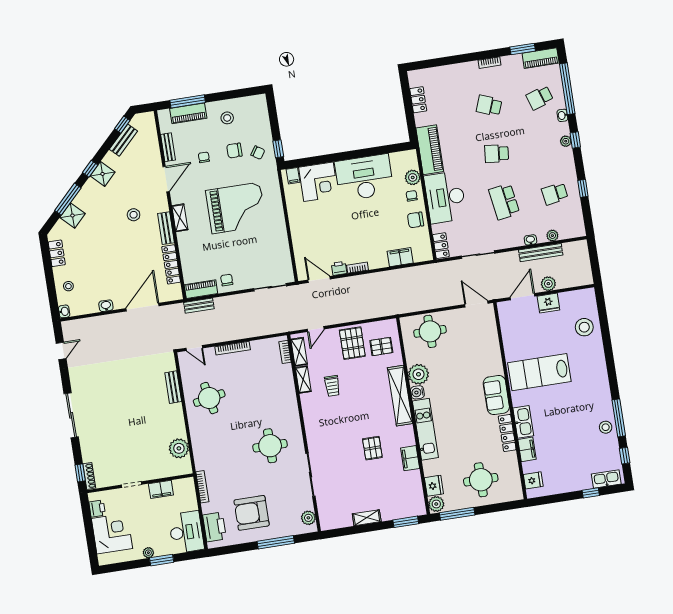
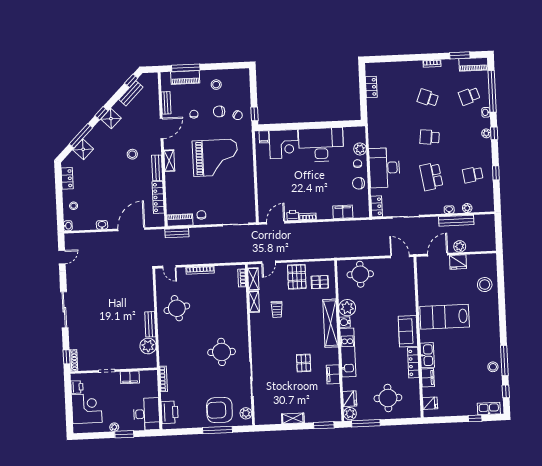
piano: (430, 150) -> (376, 128), removed
door: (319, 279) -> (276, 223), hinge flipped
bench: (173, 387) -> (150, 324), moved
armchair: (252, 513) -> (219, 410), moved

